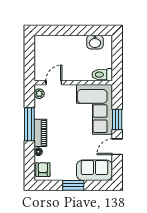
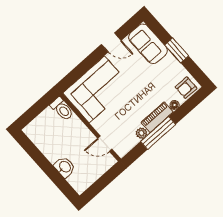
washbasin: (95, 42) -> (65, 167), moved
plant: (39, 94) -> (141, 133), moved
window: (117, 119) -> (88, 63), removed

